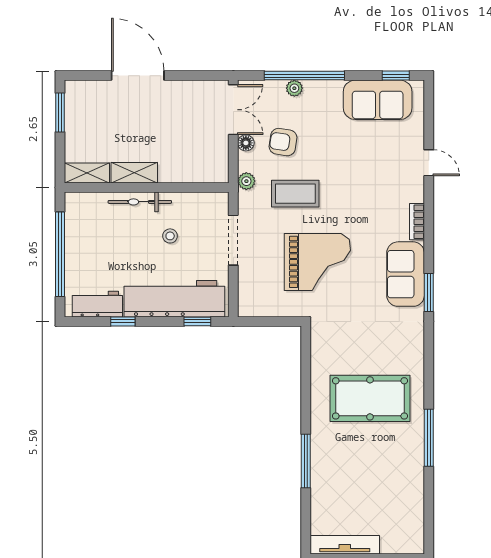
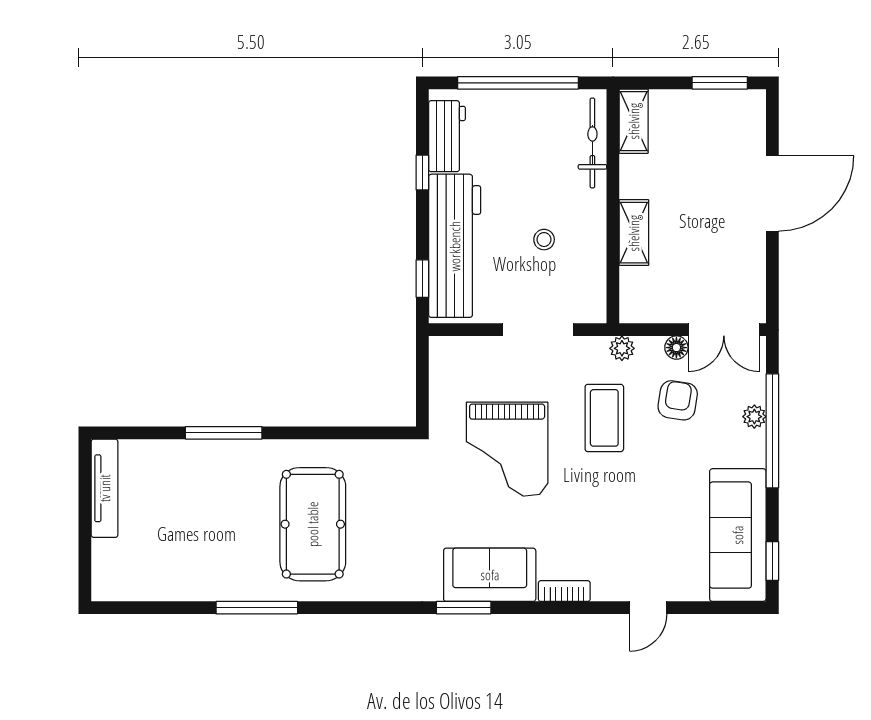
sofa: (378, 100) -> (738, 535), width x1.36
shelving: (134, 173) -> (634, 233), moved
bicycle: (140, 202) -> (592, 143), moved

